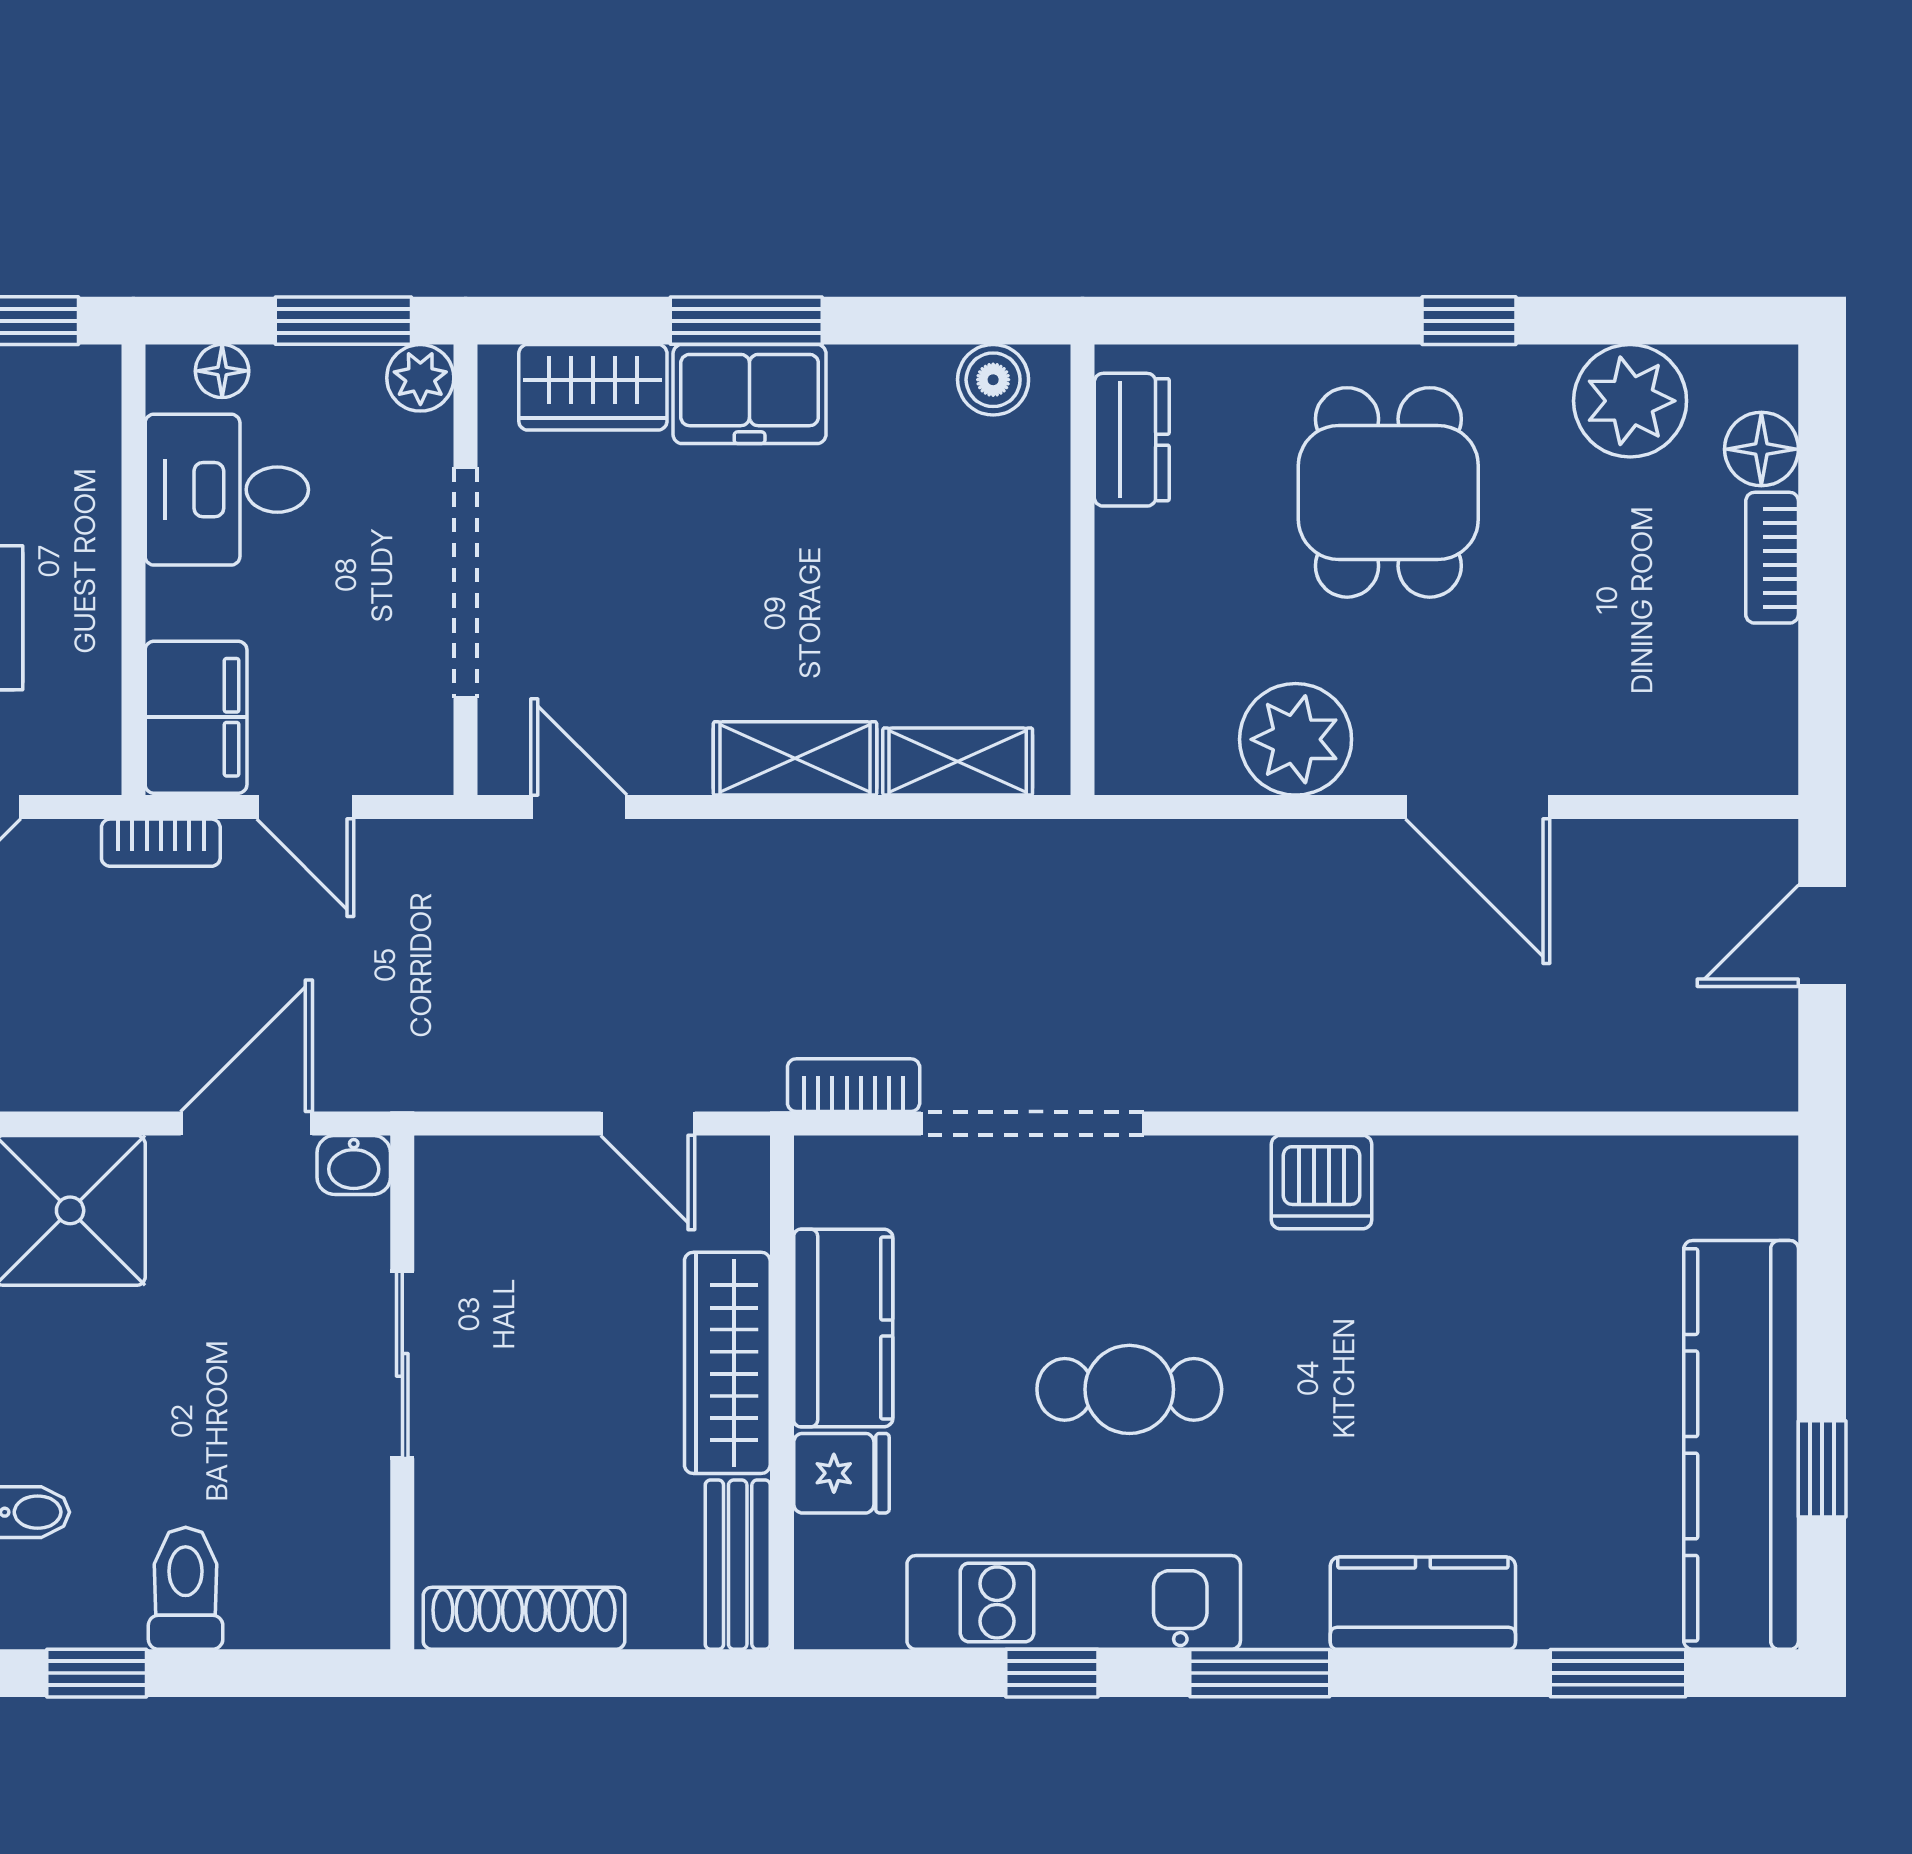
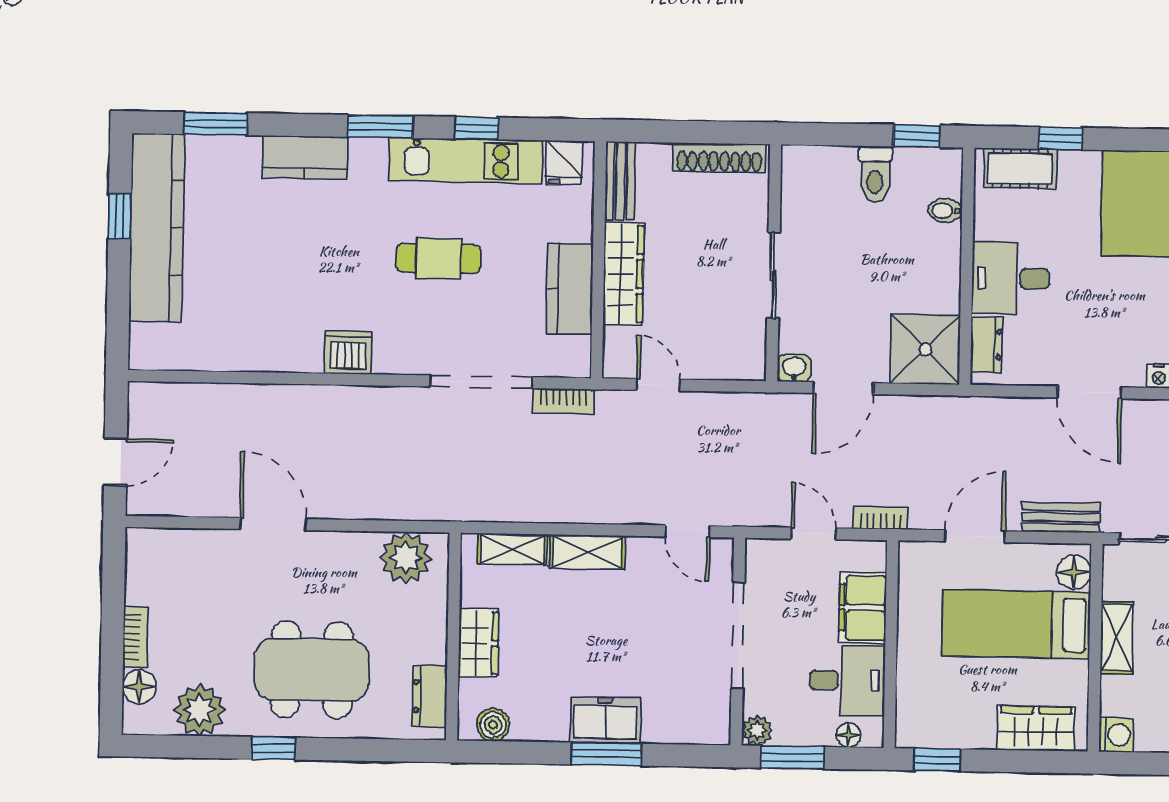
wardrobe: (593, 387) -> (479, 643), moved, turned 90
dining table: (1388, 492) -> (312, 670), width x1.38
filing cabinet: (196, 717) -> (863, 608), moved
plant: (1296, 739) -> (406, 558), moved
fridge: (841, 1473) -> (564, 163), moved, turned -90

